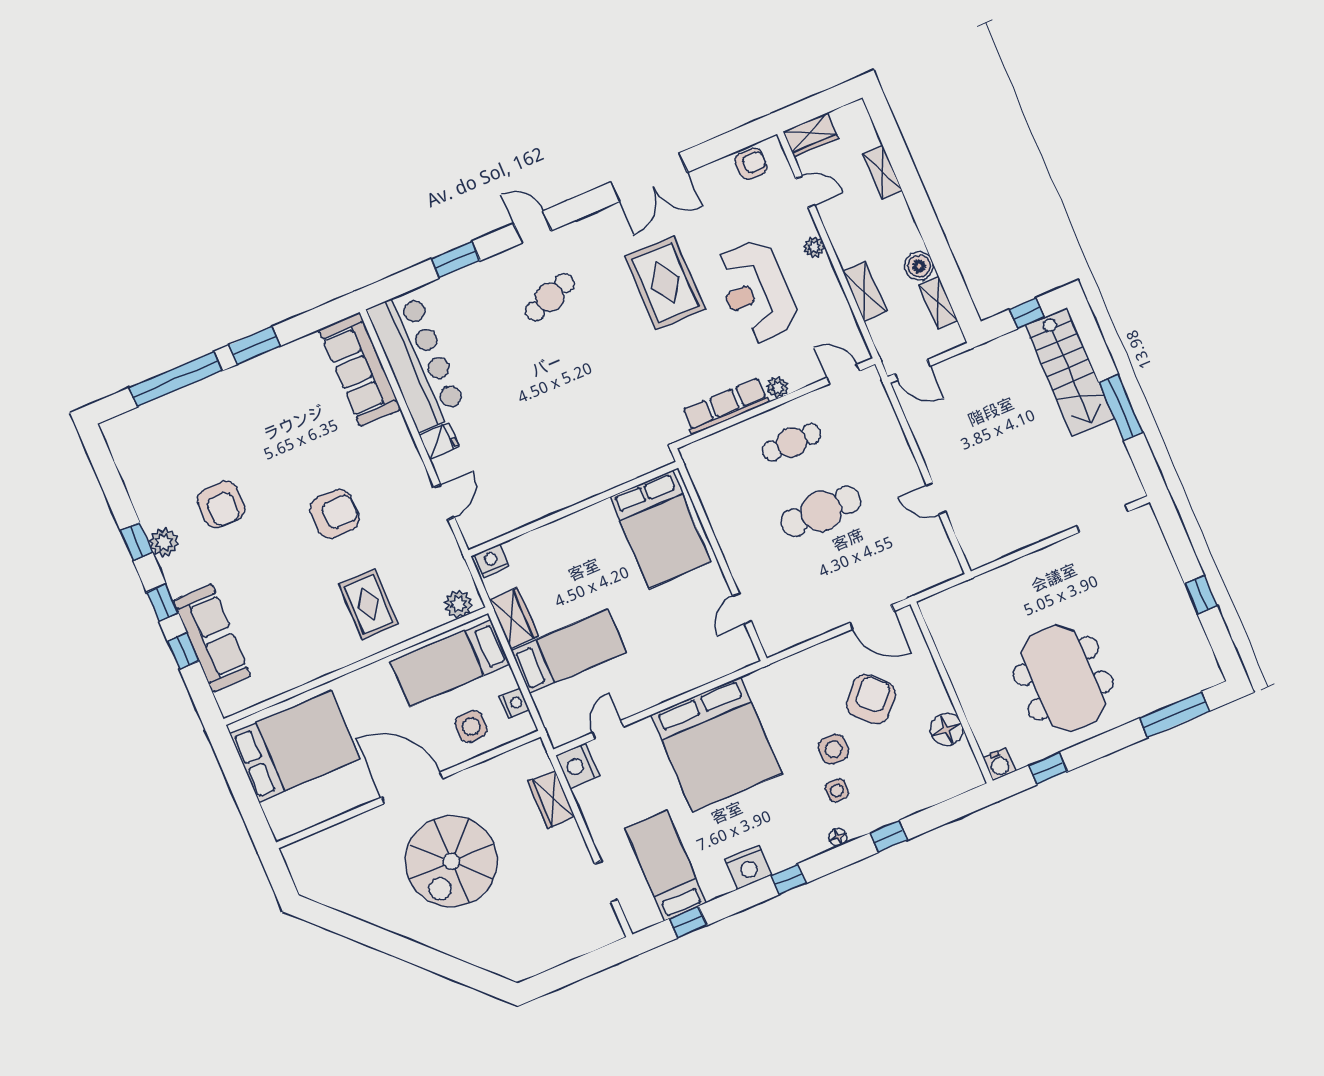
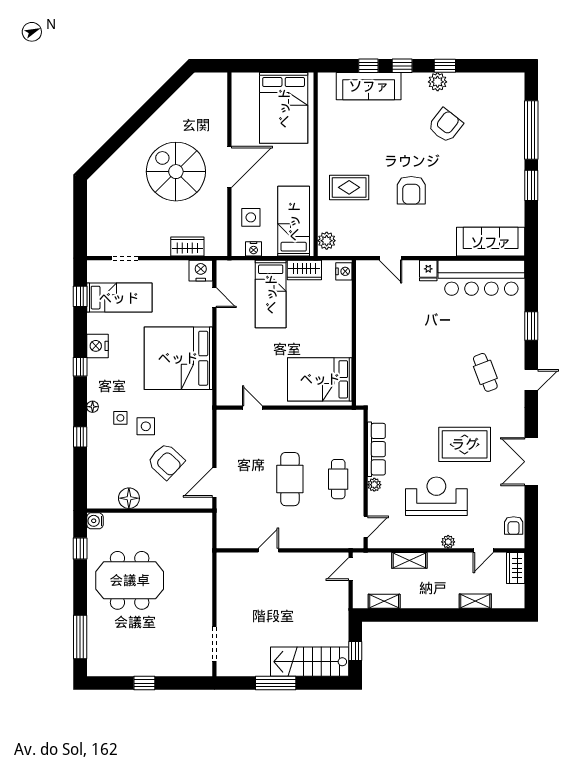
boiler: (919, 266) -> (410, 599), removed
armchair: (221, 505) -> (445, 125), turned 128

